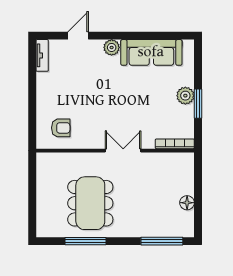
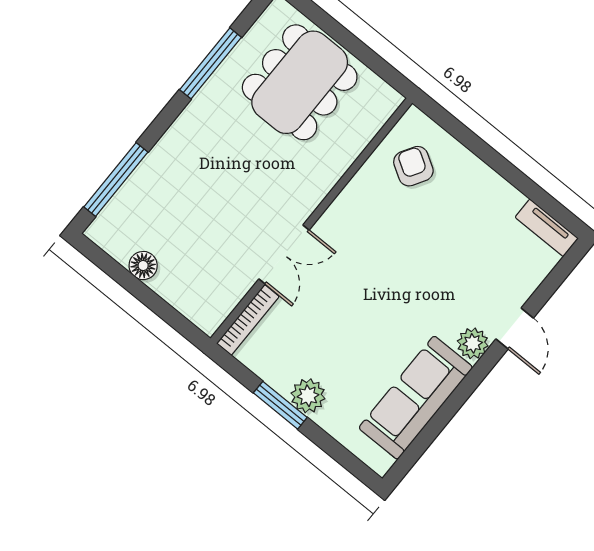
door: (78, 36) -> (515, 329), moved
armchair: (61, 128) -> (413, 166), turned 121
double door: (123, 151) -> (284, 254), moved
dining table: (90, 203) -> (300, 82), moved, turned 90

